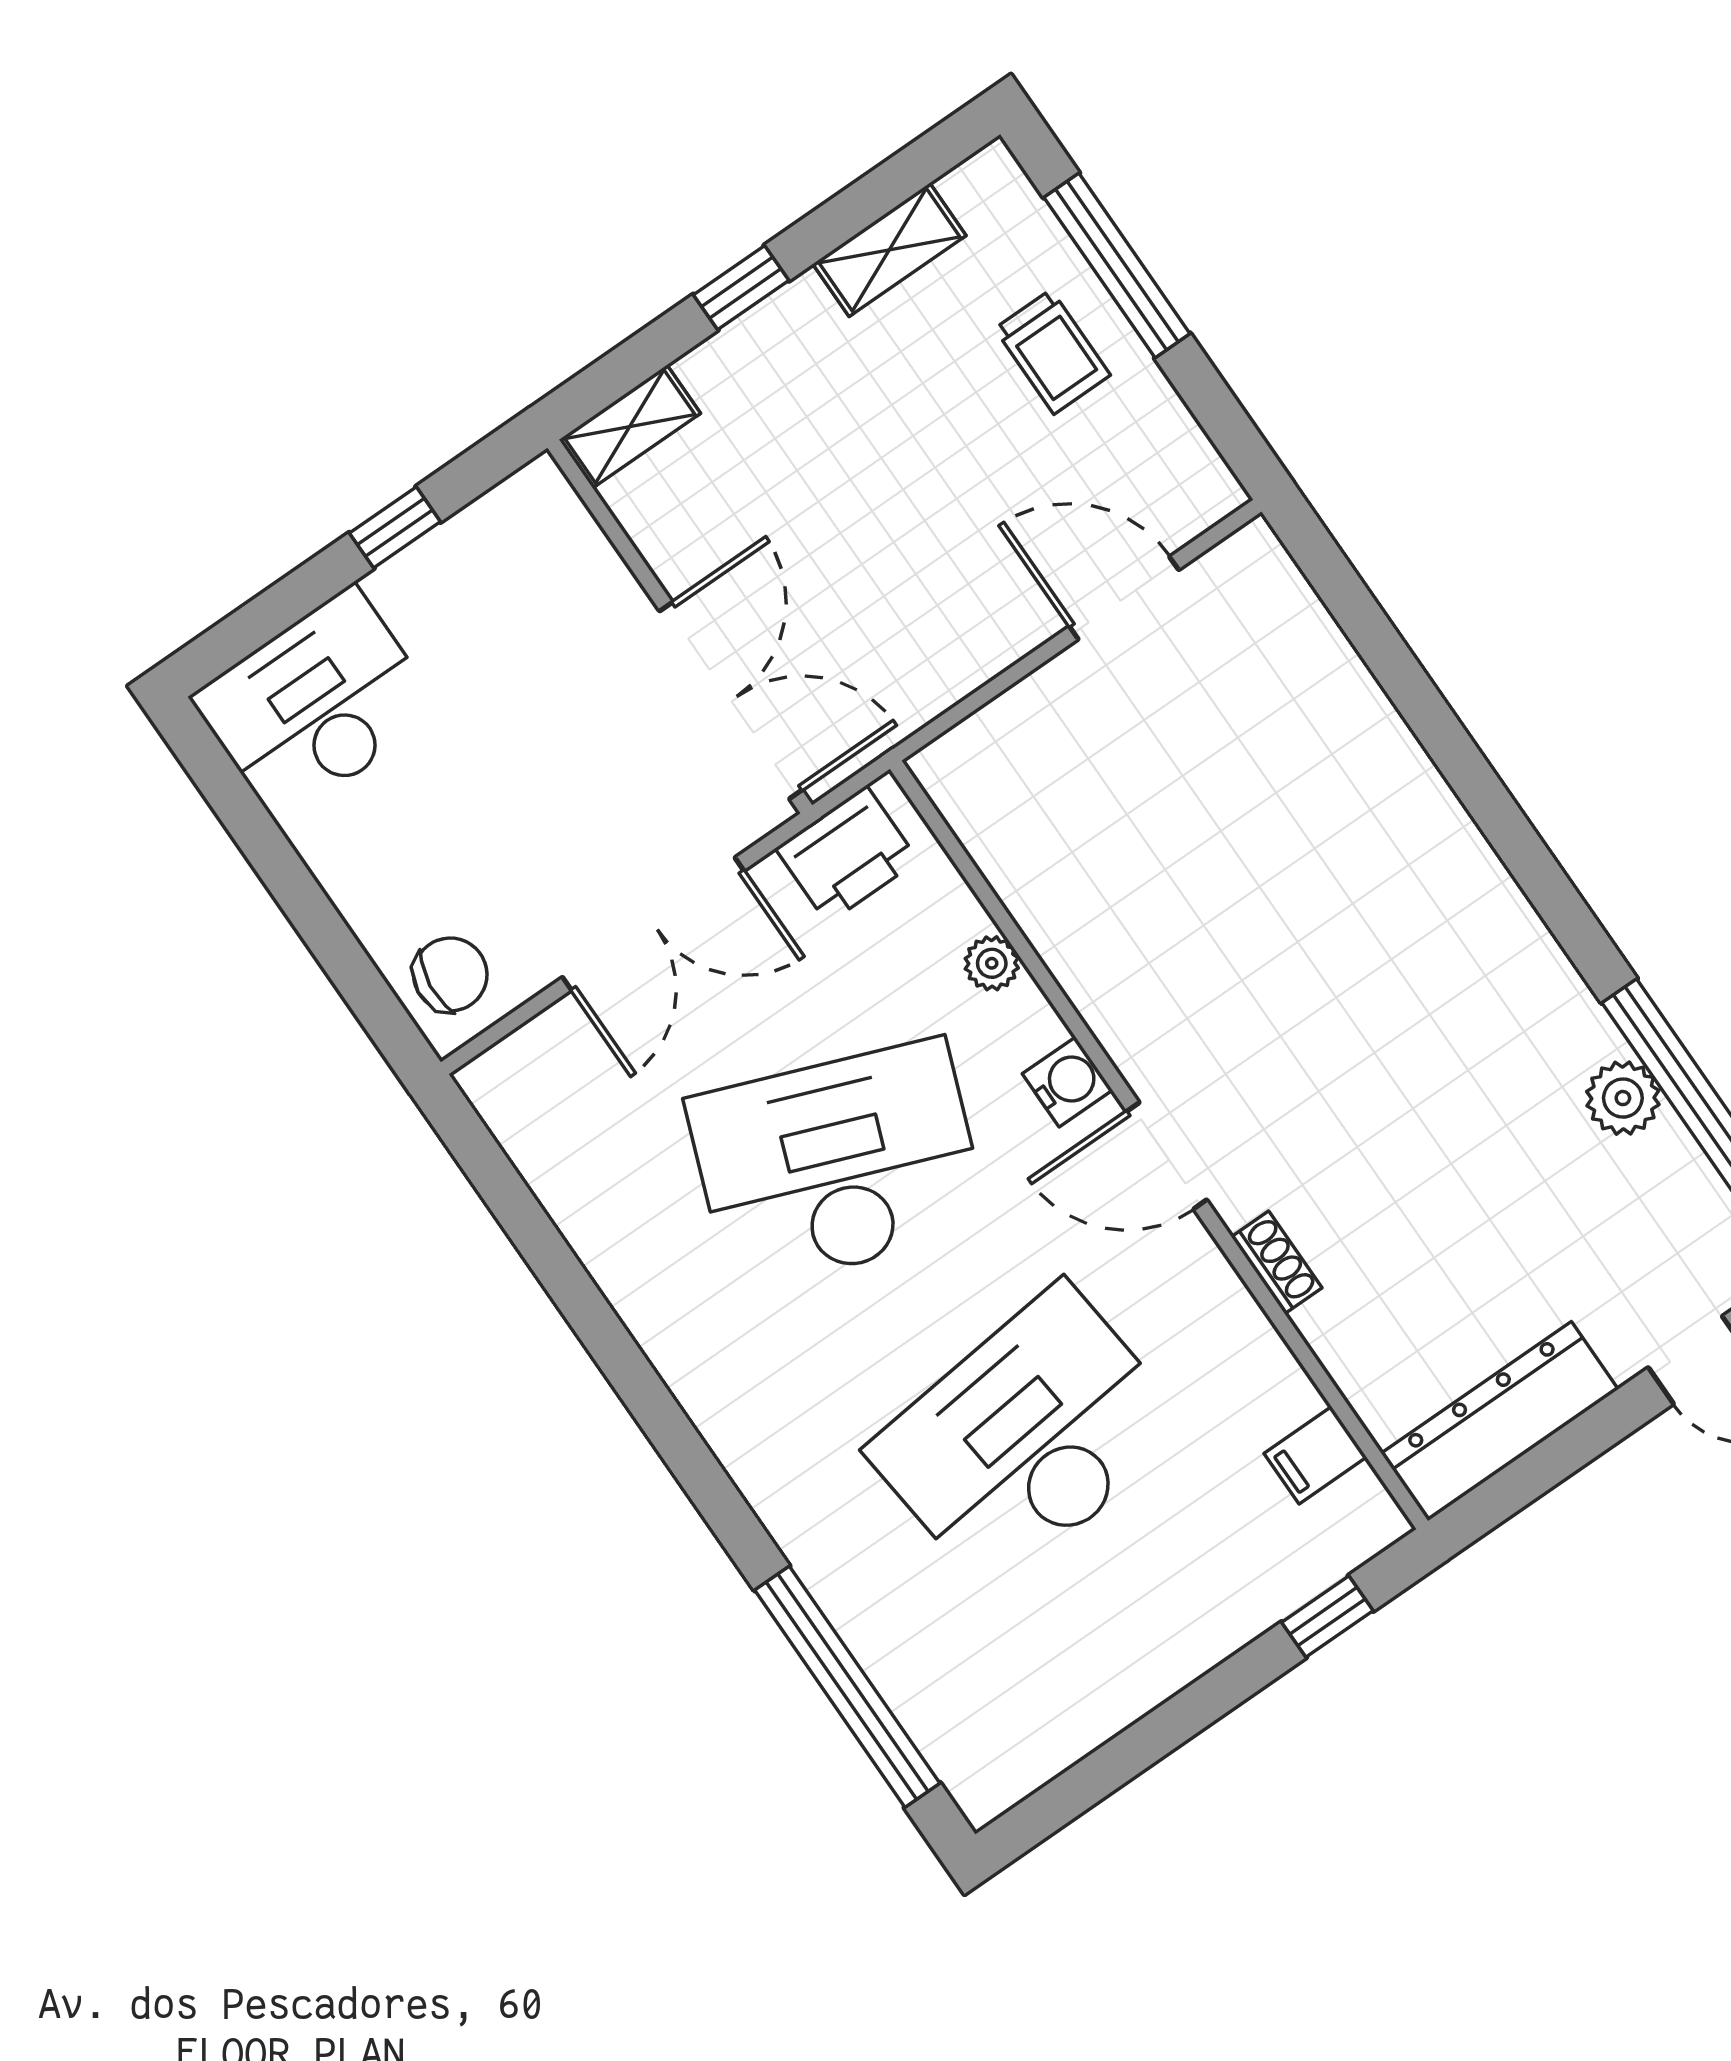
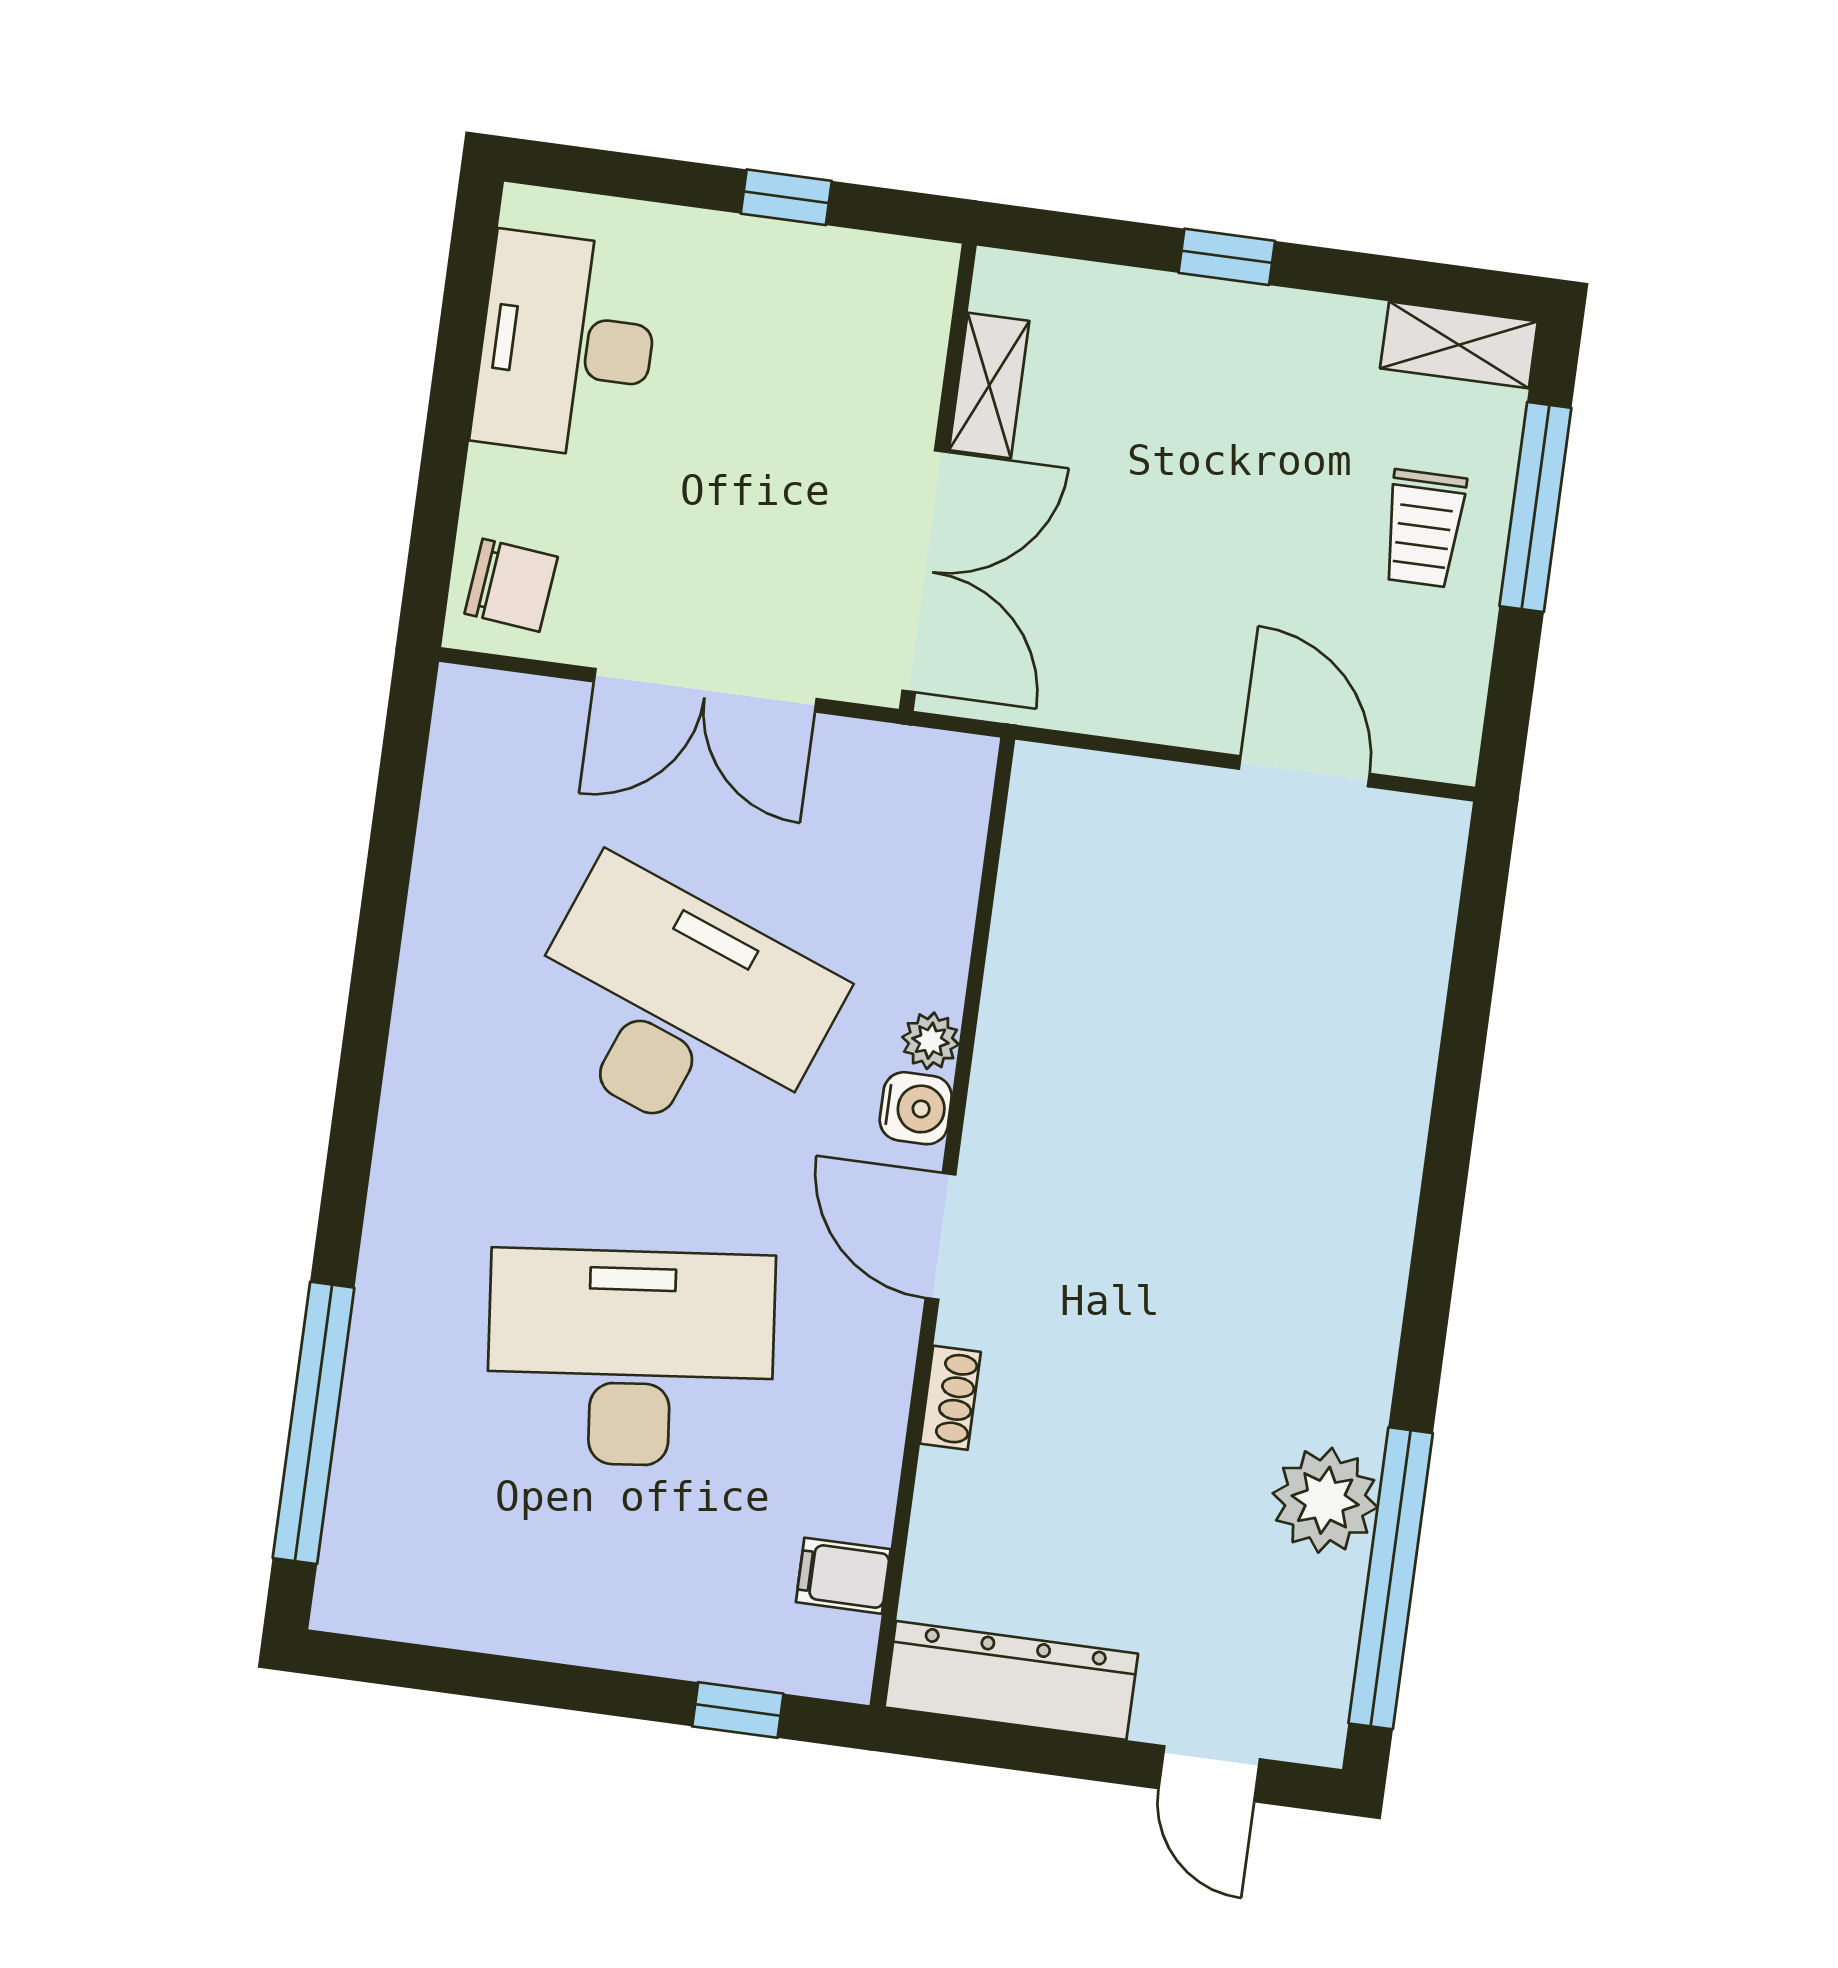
shelving: (889, 250) -> (1459, 345), moved
shelving: (630, 426) -> (989, 385), moved, turned 90
desk: (316, 705) -> (567, 345), moved, turned -90
printer: (847, 855) -> (906, 774), removed
plant: (992, 963) -> (931, 1041), moved
plant: (1623, 1098) -> (1325, 1500), width x1.36, depth x1.36

